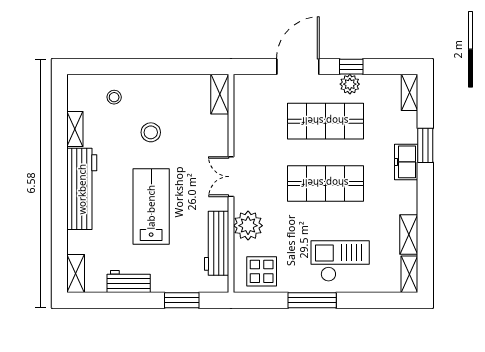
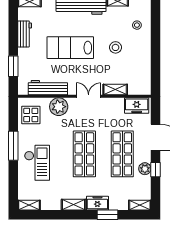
shelving: (220, 94) -> (115, 89), moved
freezer: (246, 98) -> (137, 106), added
lab bench: (151, 207) -> (70, 48), turned 180
shelving: (409, 234) -> (74, 205), moved

